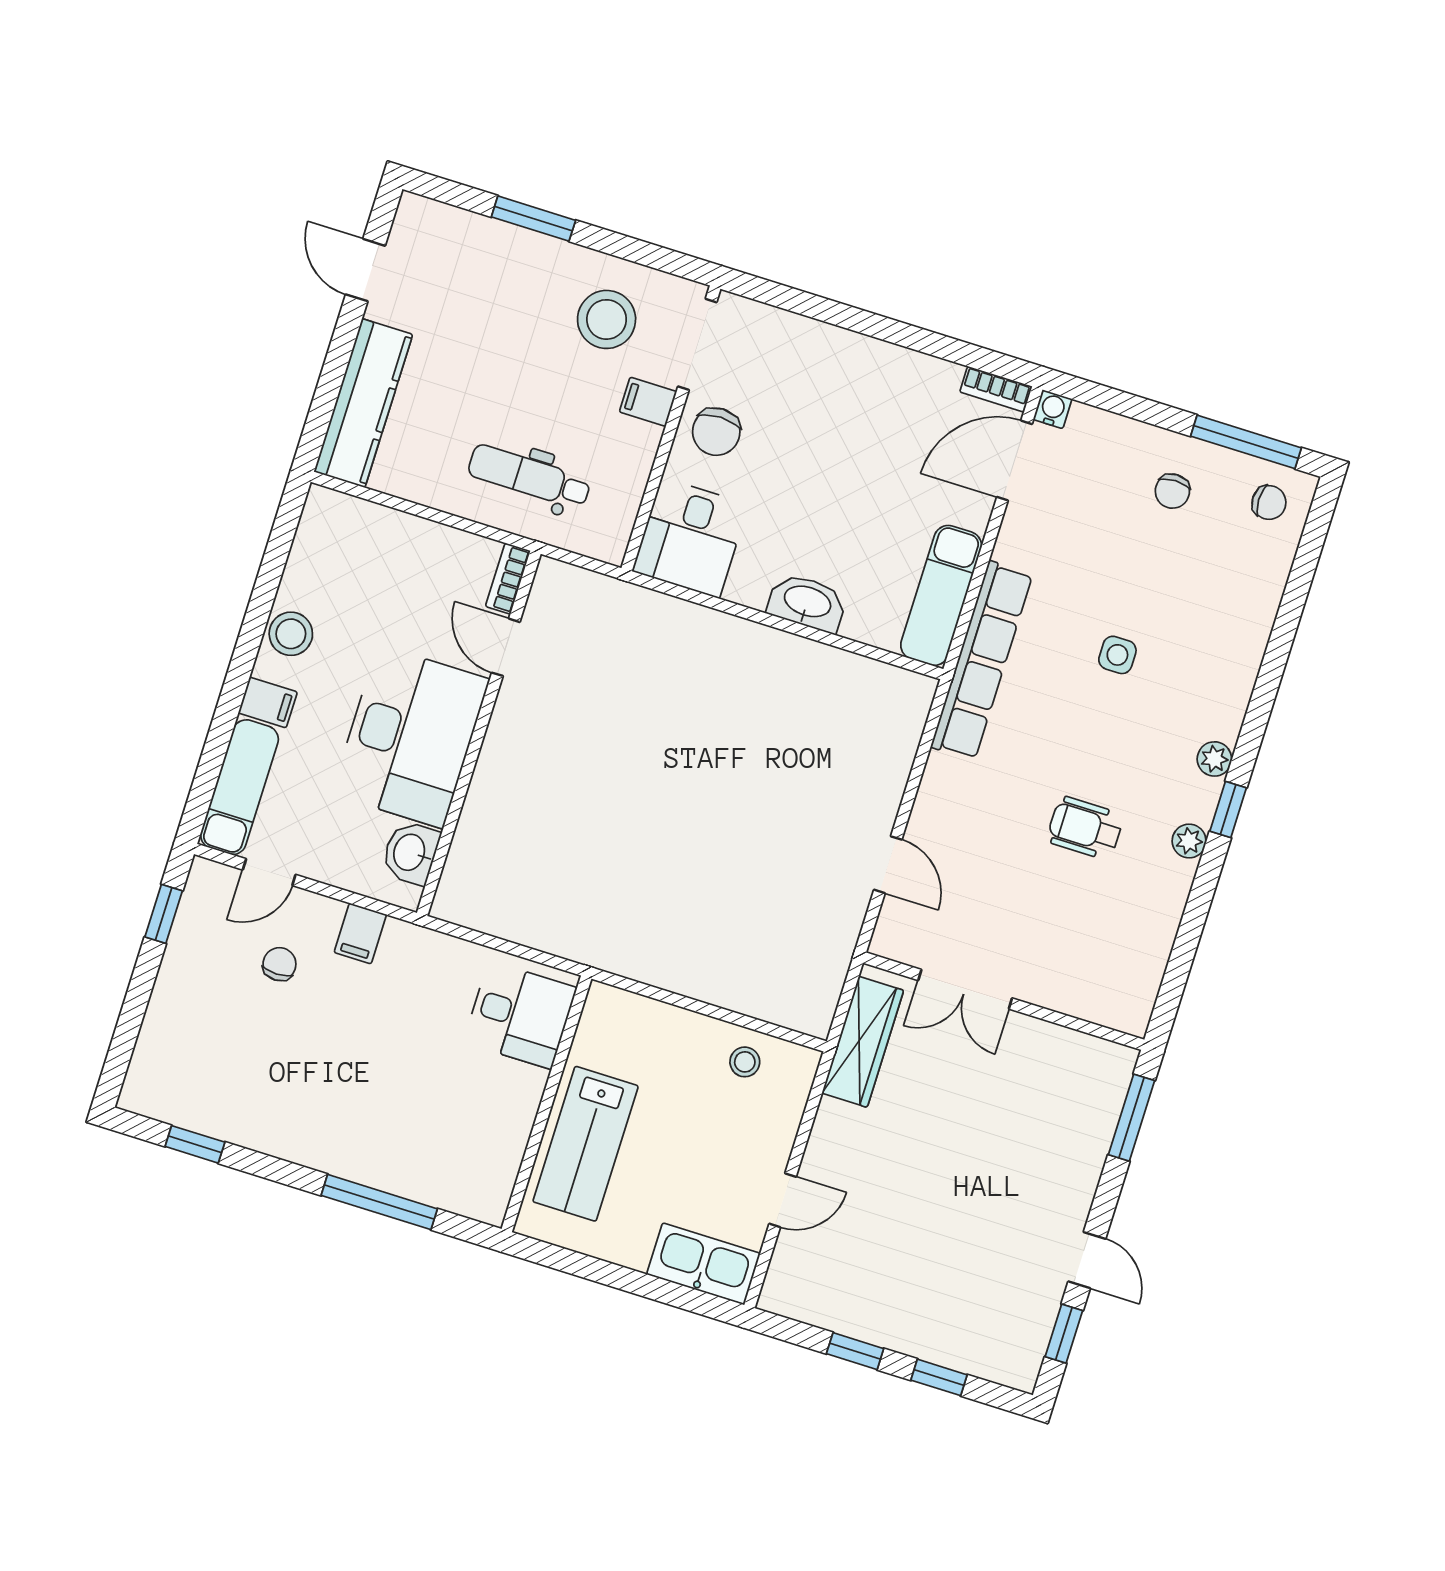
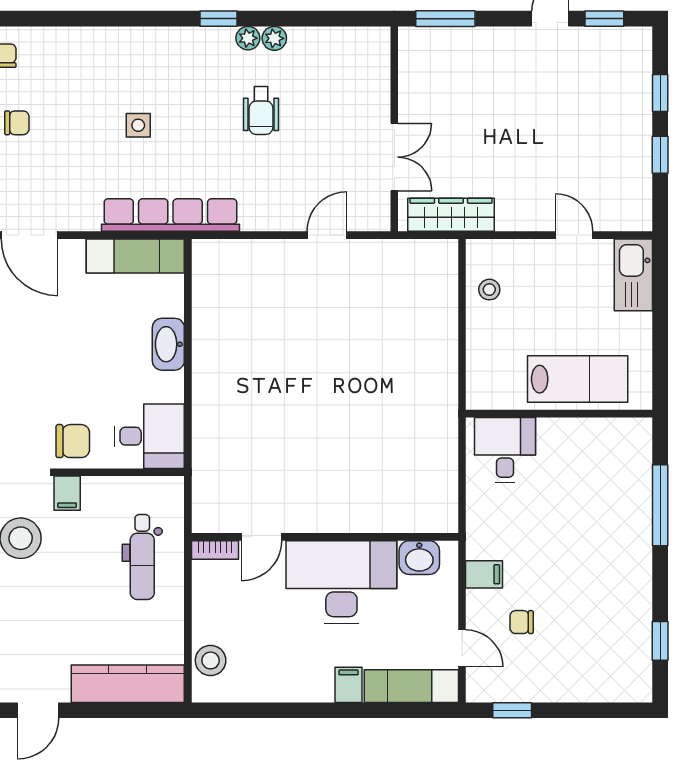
stool: (291, 634) -> (211, 660), moved
plant: (1214, 759) -> (274, 38), moved

